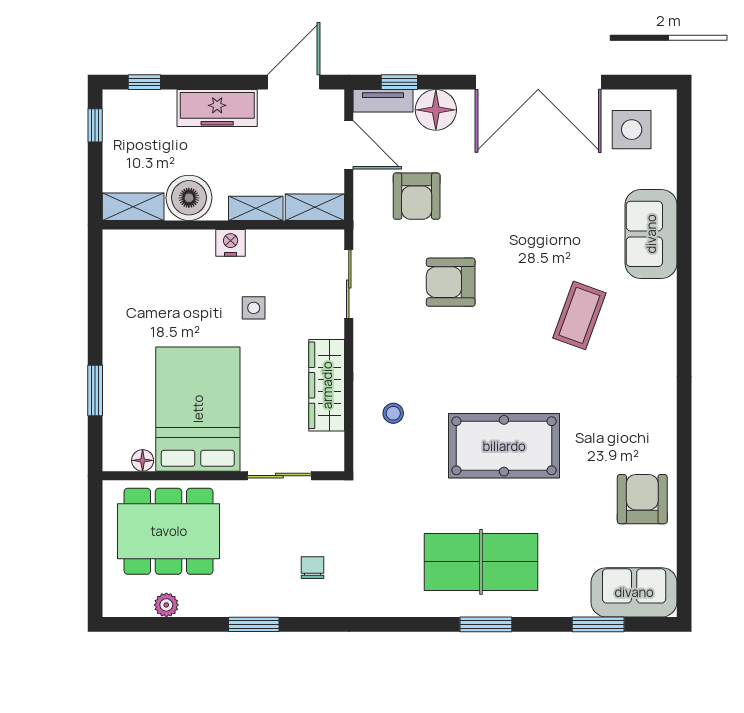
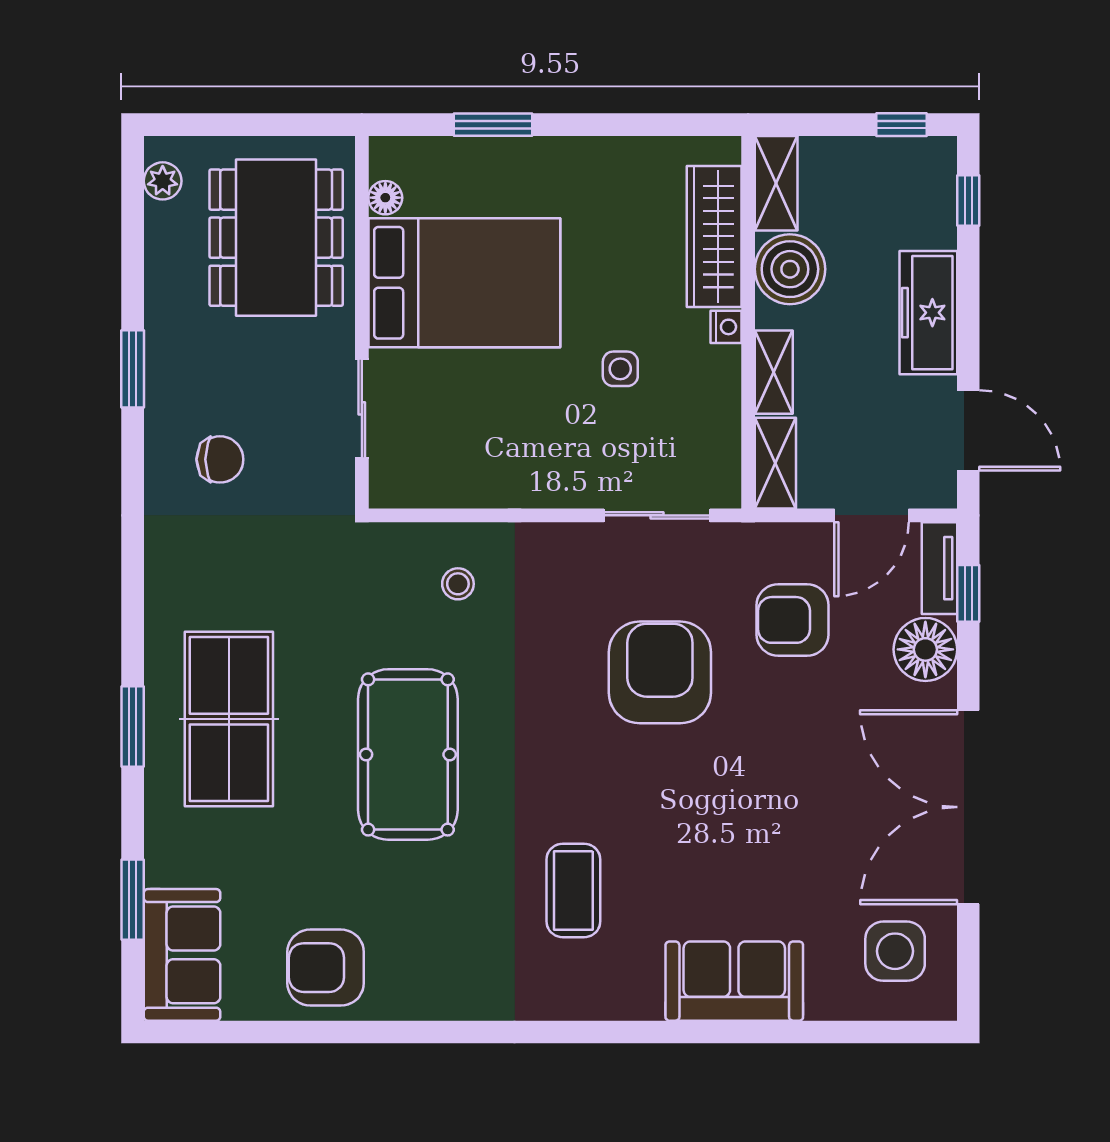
nightstand: (231, 243) -> (726, 327), width x0.72, depth x0.74
armchair: (451, 282) -> (660, 672), width x1.36, depth x1.36
coffee table: (579, 315) -> (573, 890), moved, turned 70
wardrobe: (327, 385) -> (714, 236), moved, turned -90
armchair: (642, 499) -> (326, 968), turned 180
chair: (312, 568) -> (220, 459), width x1.37, depth x1.37
plant: (166, 605) -> (163, 181), moved

